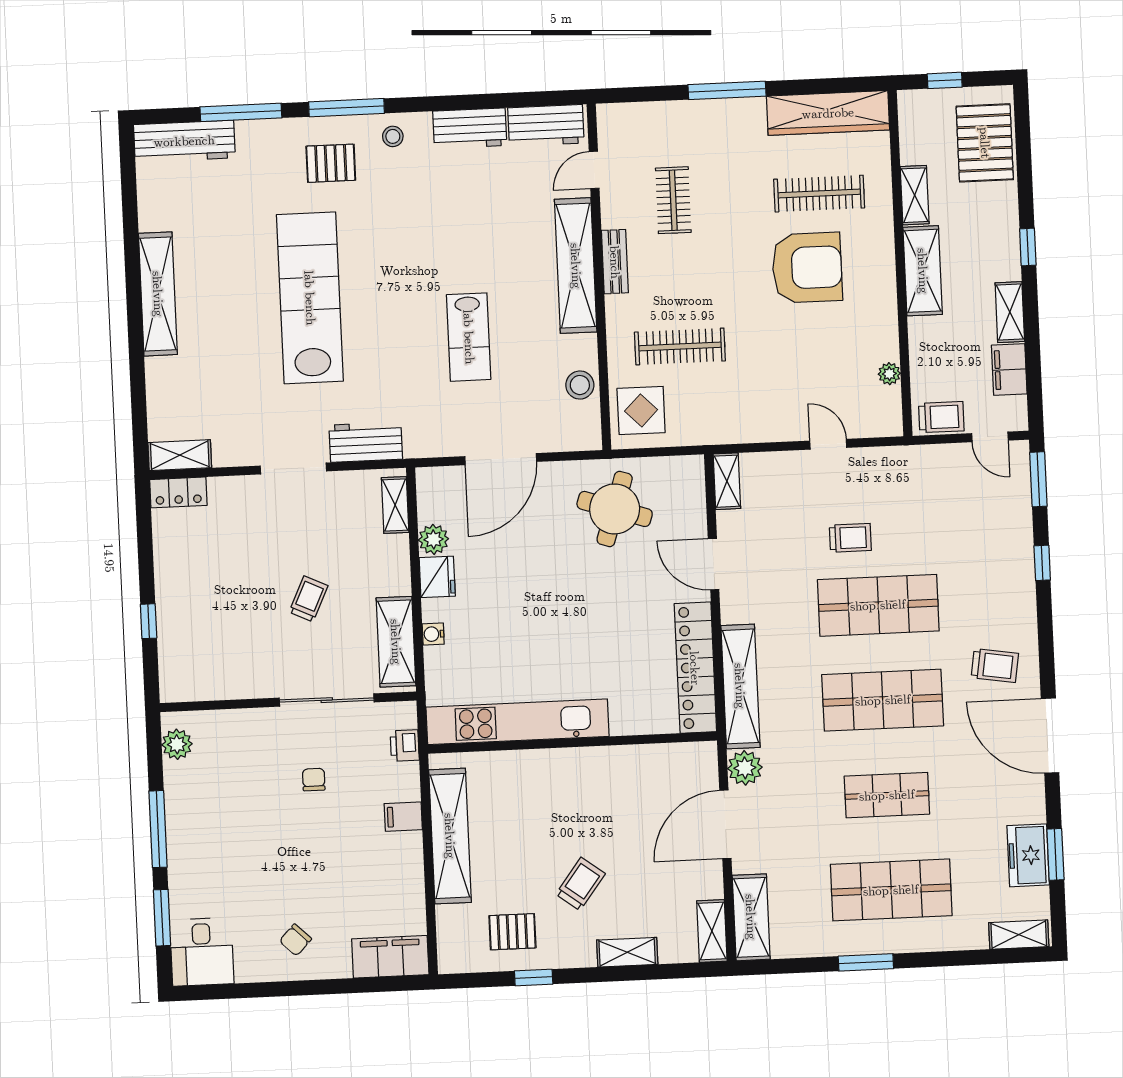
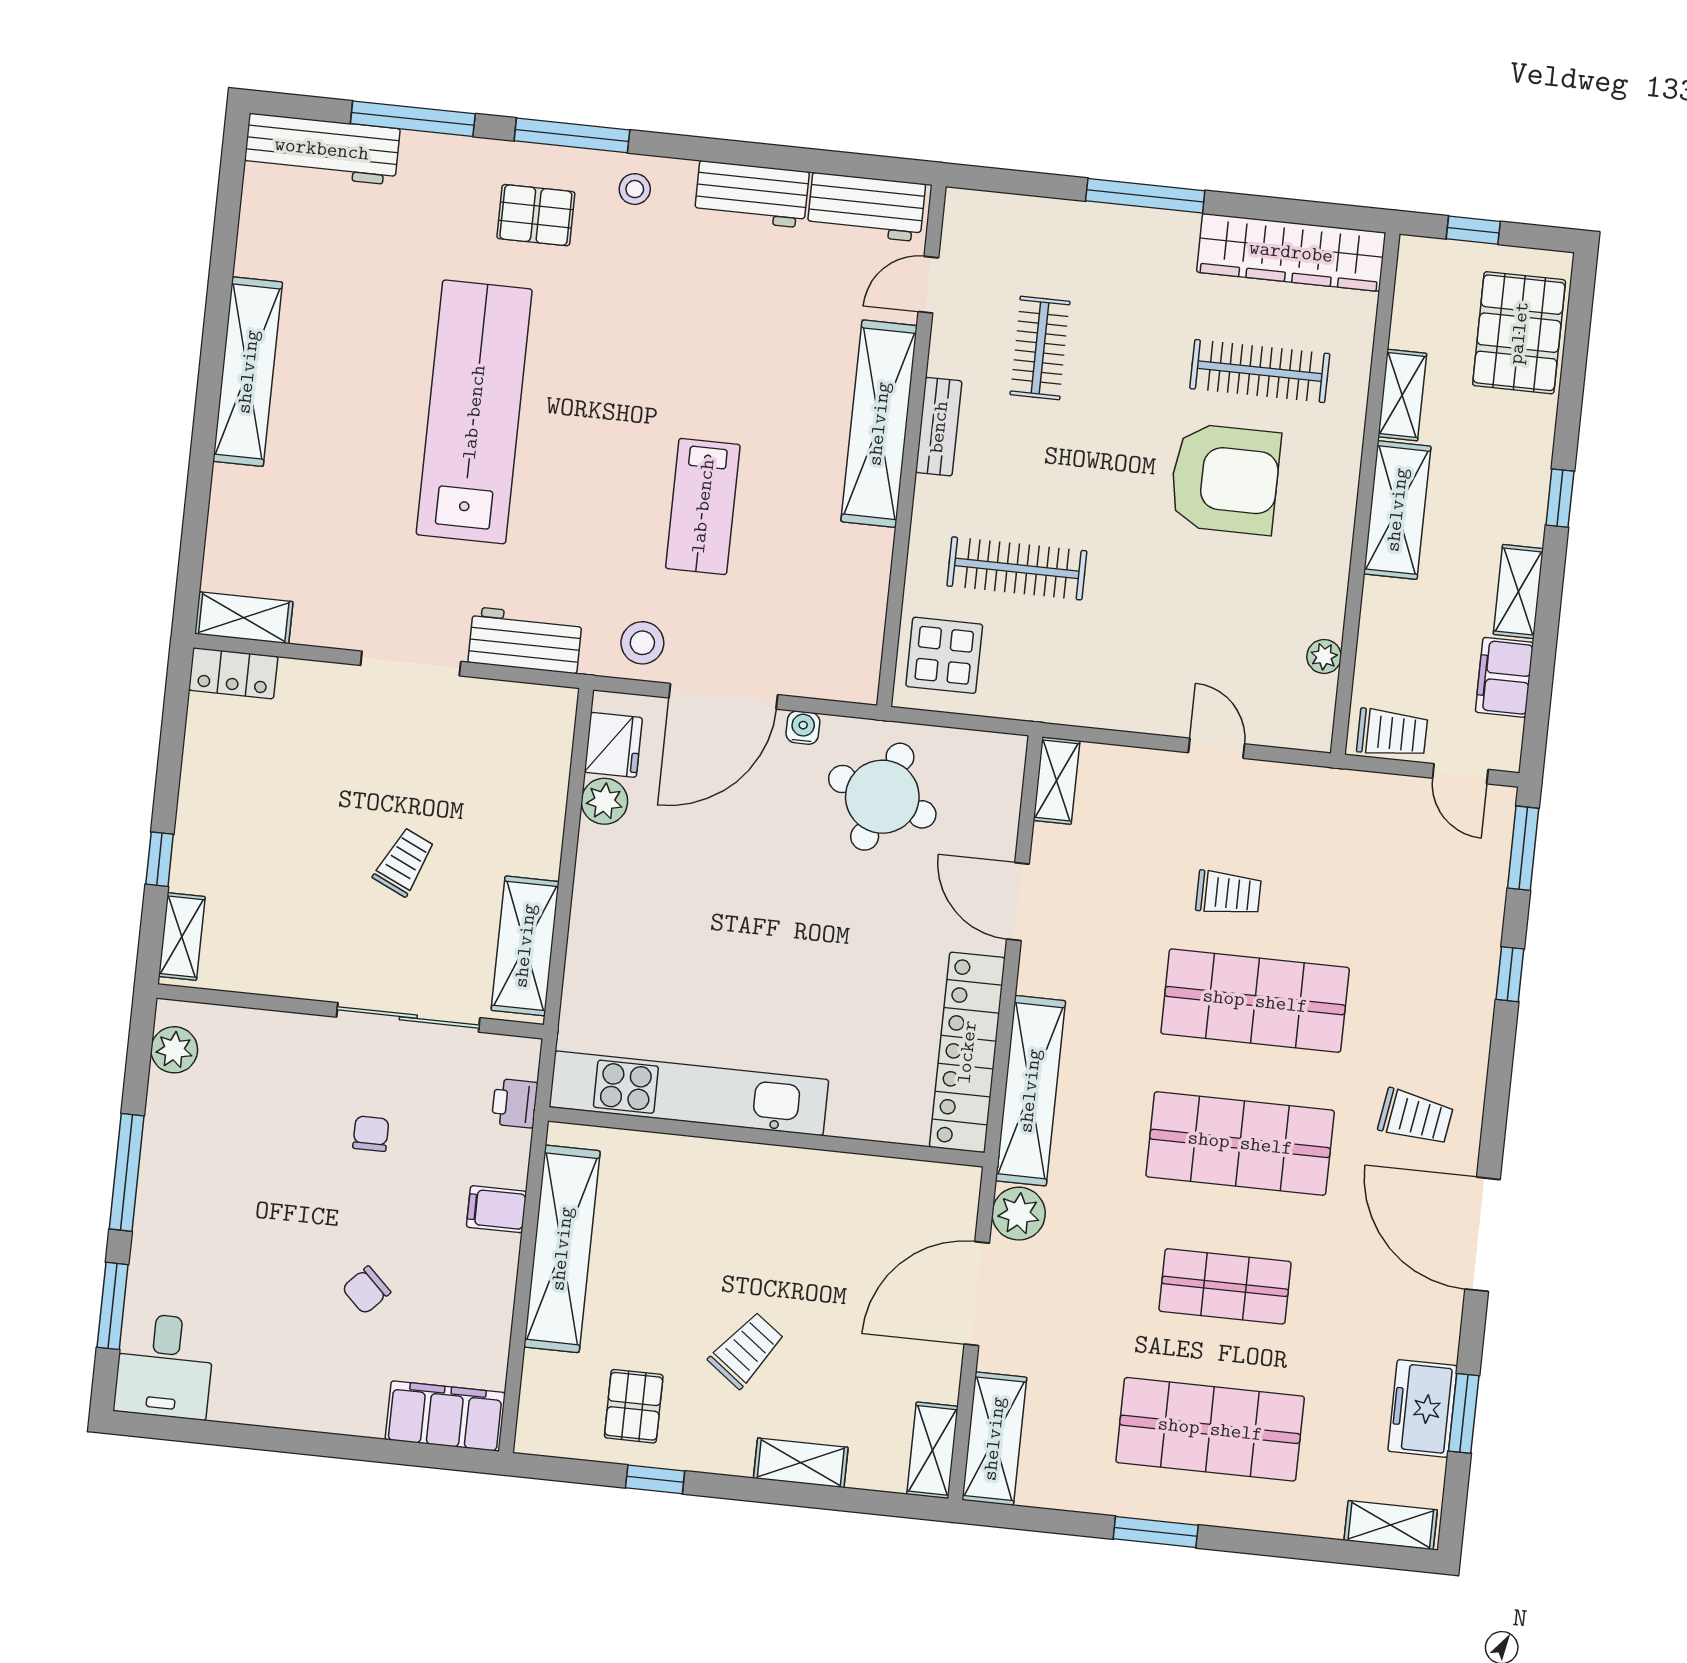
stool: (580, 385) -> (642, 643), moved
shelving: (395, 505) -> (182, 937), moved
fridge: (437, 577) -> (613, 745), moved
water cooler: (433, 634) -> (803, 728), moved, turned 90
pallet: (512, 932) -> (634, 1406), turned 90
chair: (295, 940) -> (366, 1290), moved

